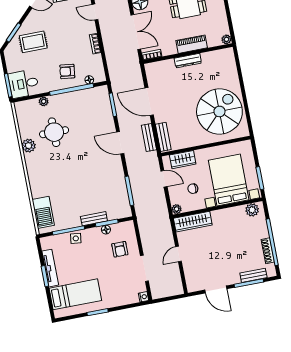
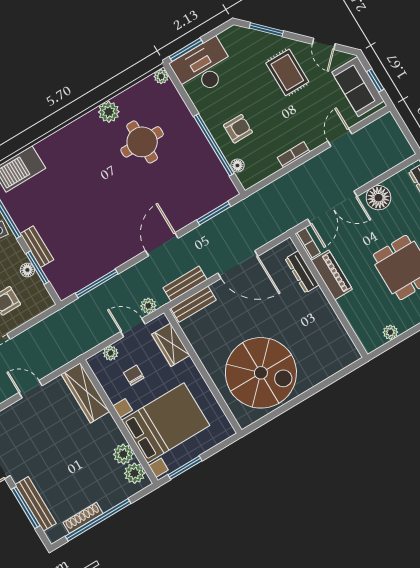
plant: (226, 39) -> (390, 332), moved
rug: (33, 42) -> (287, 72), moved
piano: (192, 44) -> (332, 275), moved
dresser: (188, 61) -> (302, 272), moved
armchair: (67, 71) -> (238, 129), turned 83
desk: (24, 84) -> (203, 68), width x1.37
plant: (44, 101) -> (161, 76), moved
door: (149, 101) -> (238, 265), swing flipped
plant: (154, 165) -> (148, 306), added
door: (164, 179) -> (133, 328), swing flipped
plant: (177, 209) -> (111, 353), moved
plant: (238, 212) -> (123, 454), added
bench: (253, 275) -> (36, 504), width x1.36

